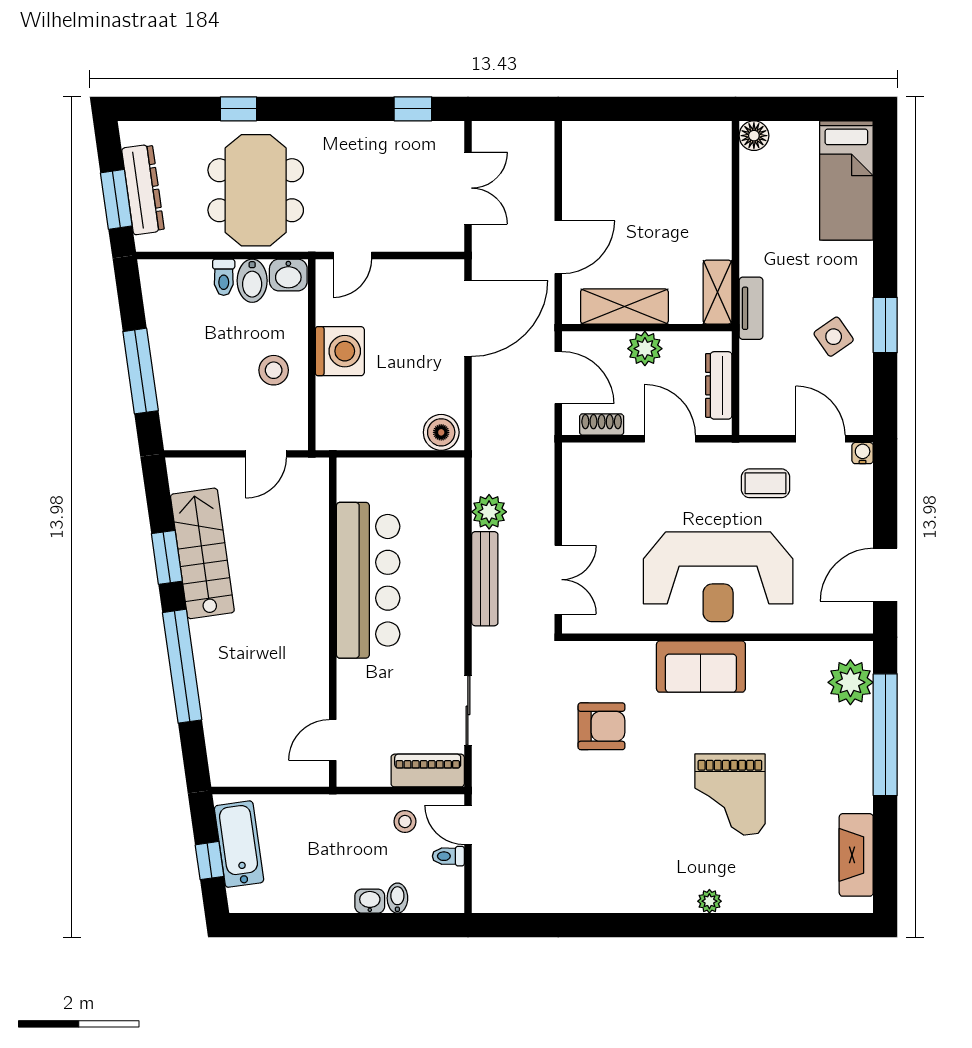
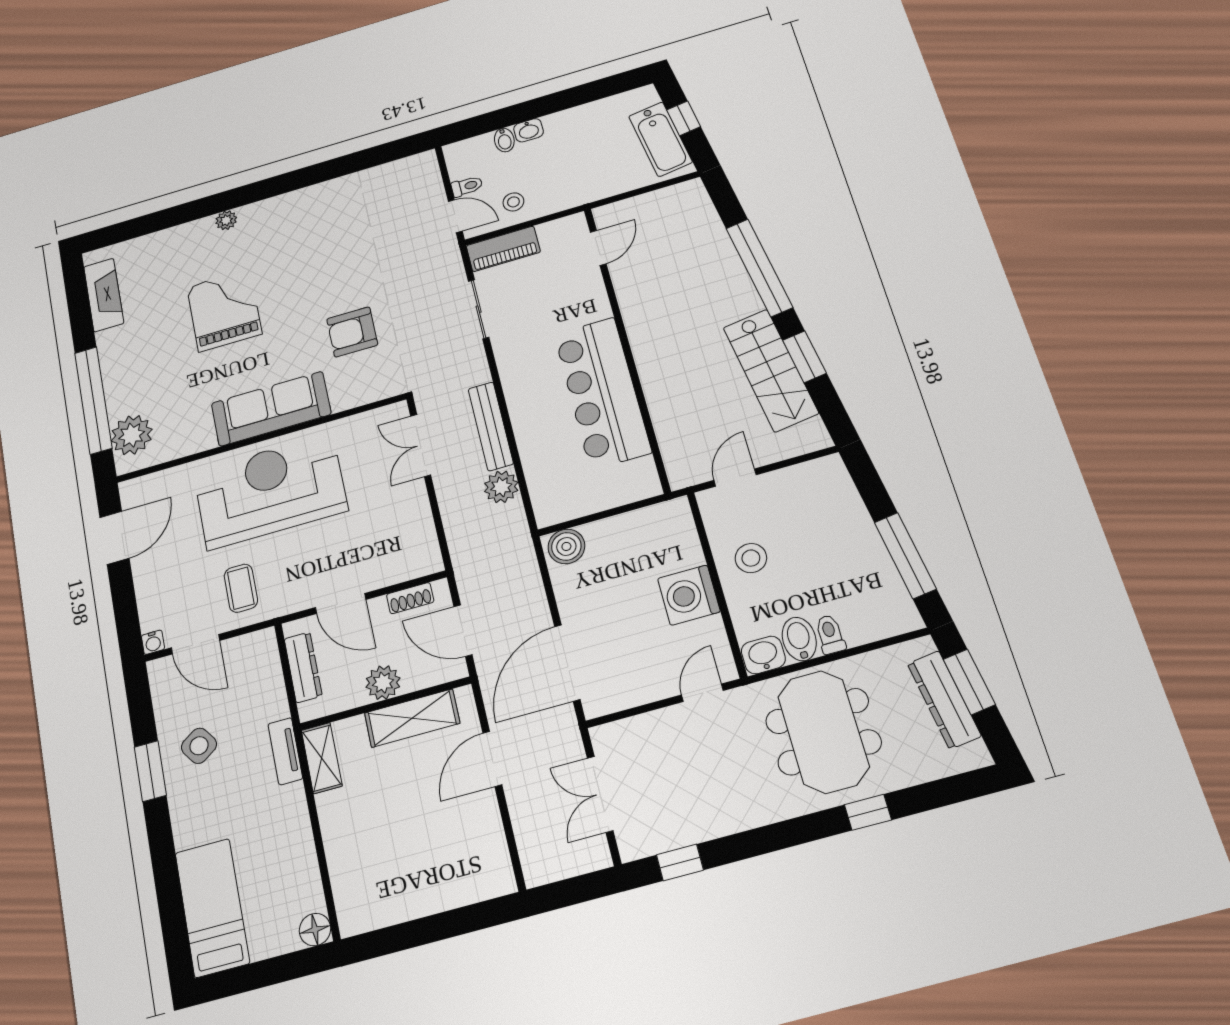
window: (141, 371) -> (905, 556), moved
coffee table: (765, 483) -> (241, 588), turned 90
sofa: (701, 667) -> (271, 409), width x1.36

